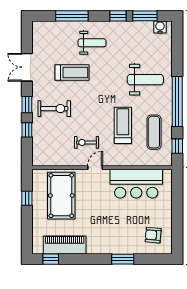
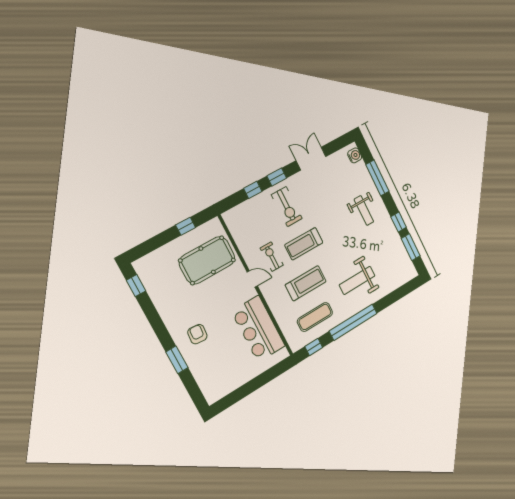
water cooler: (160, 27) -> (355, 155), moved
treadmill: (72, 73) -> (304, 244), moved, turned 90
weight bench: (145, 80) -> (357, 280), turned 90
armchair: (153, 235) -> (197, 334), moved
piano: (65, 245) -> (159, 292), removed

